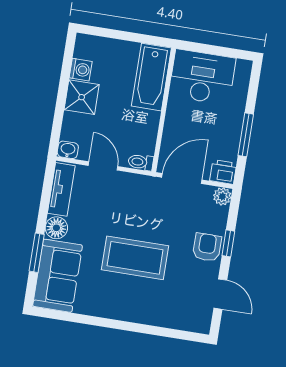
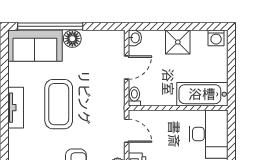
washing machine: (81, 70) -> (216, 38), moved
door: (182, 179) -> (127, 131), width x0.73
tv unit: (61, 189) -> (16, 108), moved, turned -90
window: (37, 253) -> (50, 26), width x2.11

